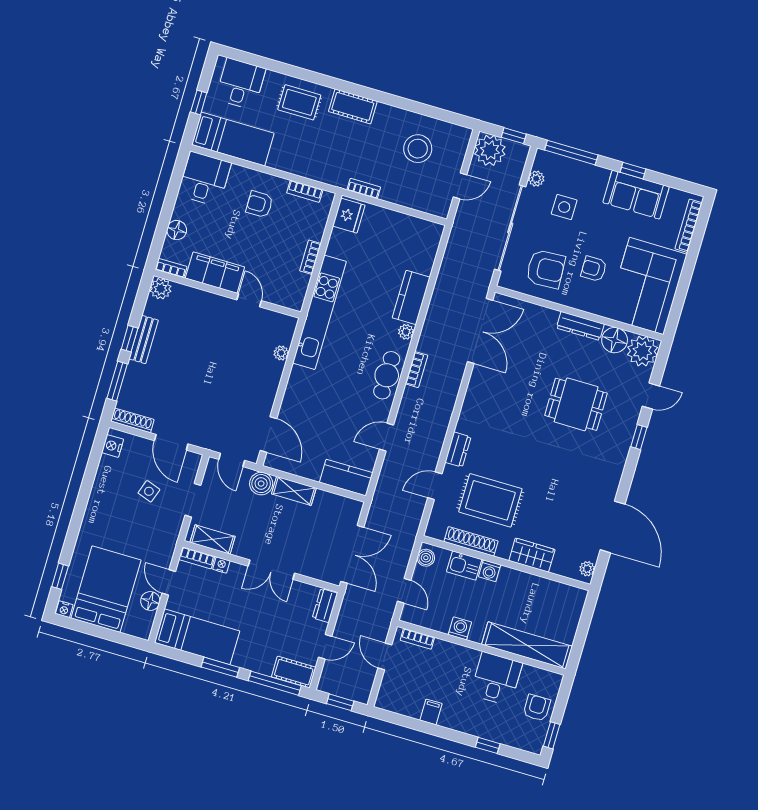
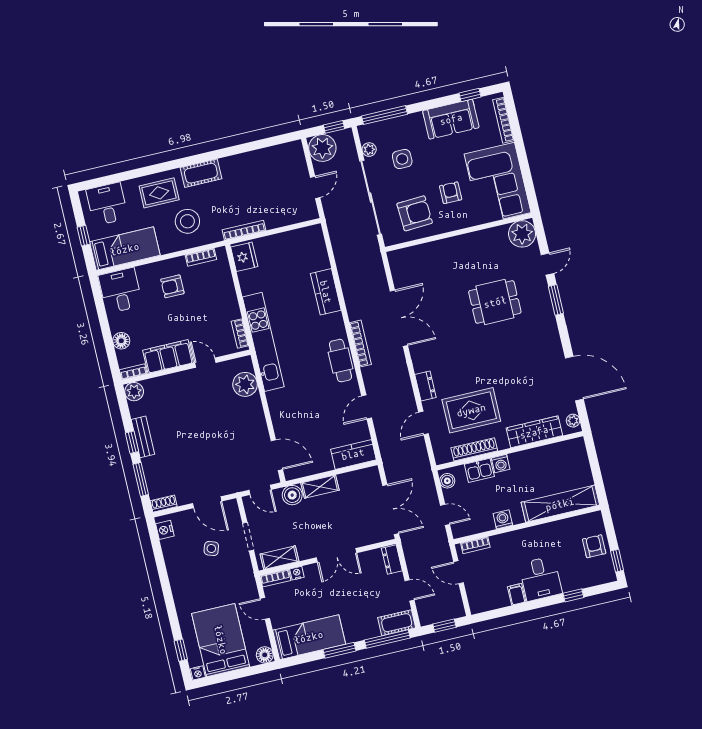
stool: (418, 149) -> (187, 221), moved
window: (633, 171) -> (470, 95), moved
bookcase: (364, 189) -> (244, 230), width x1.56
bookcase: (310, 257) -> (240, 333), moved
armchair: (594, 269) -> (451, 193), turned 90
dresser: (580, 326) -> (465, 241), removed
double door: (480, 331) -> (399, 318), moved
plant: (406, 332) -> (337, 320), removed
floor lamp: (615, 340) -> (496, 237), removed
plant: (281, 353) -> (245, 384), width x1.88, depth x1.88
bookcase: (416, 370) -> (360, 344), width x1.56
shoe rack: (132, 420) -> (164, 504), width x0.70
window: (639, 437) -> (556, 300), width x1.50
wardrobe: (532, 555) -> (534, 432), width x1.50
floor lamp: (150, 601) -> (265, 655), moved
door: (325, 647) -> (410, 590), hinge flipped
desk: (496, 679) -> (540, 579), moved, turned 180

